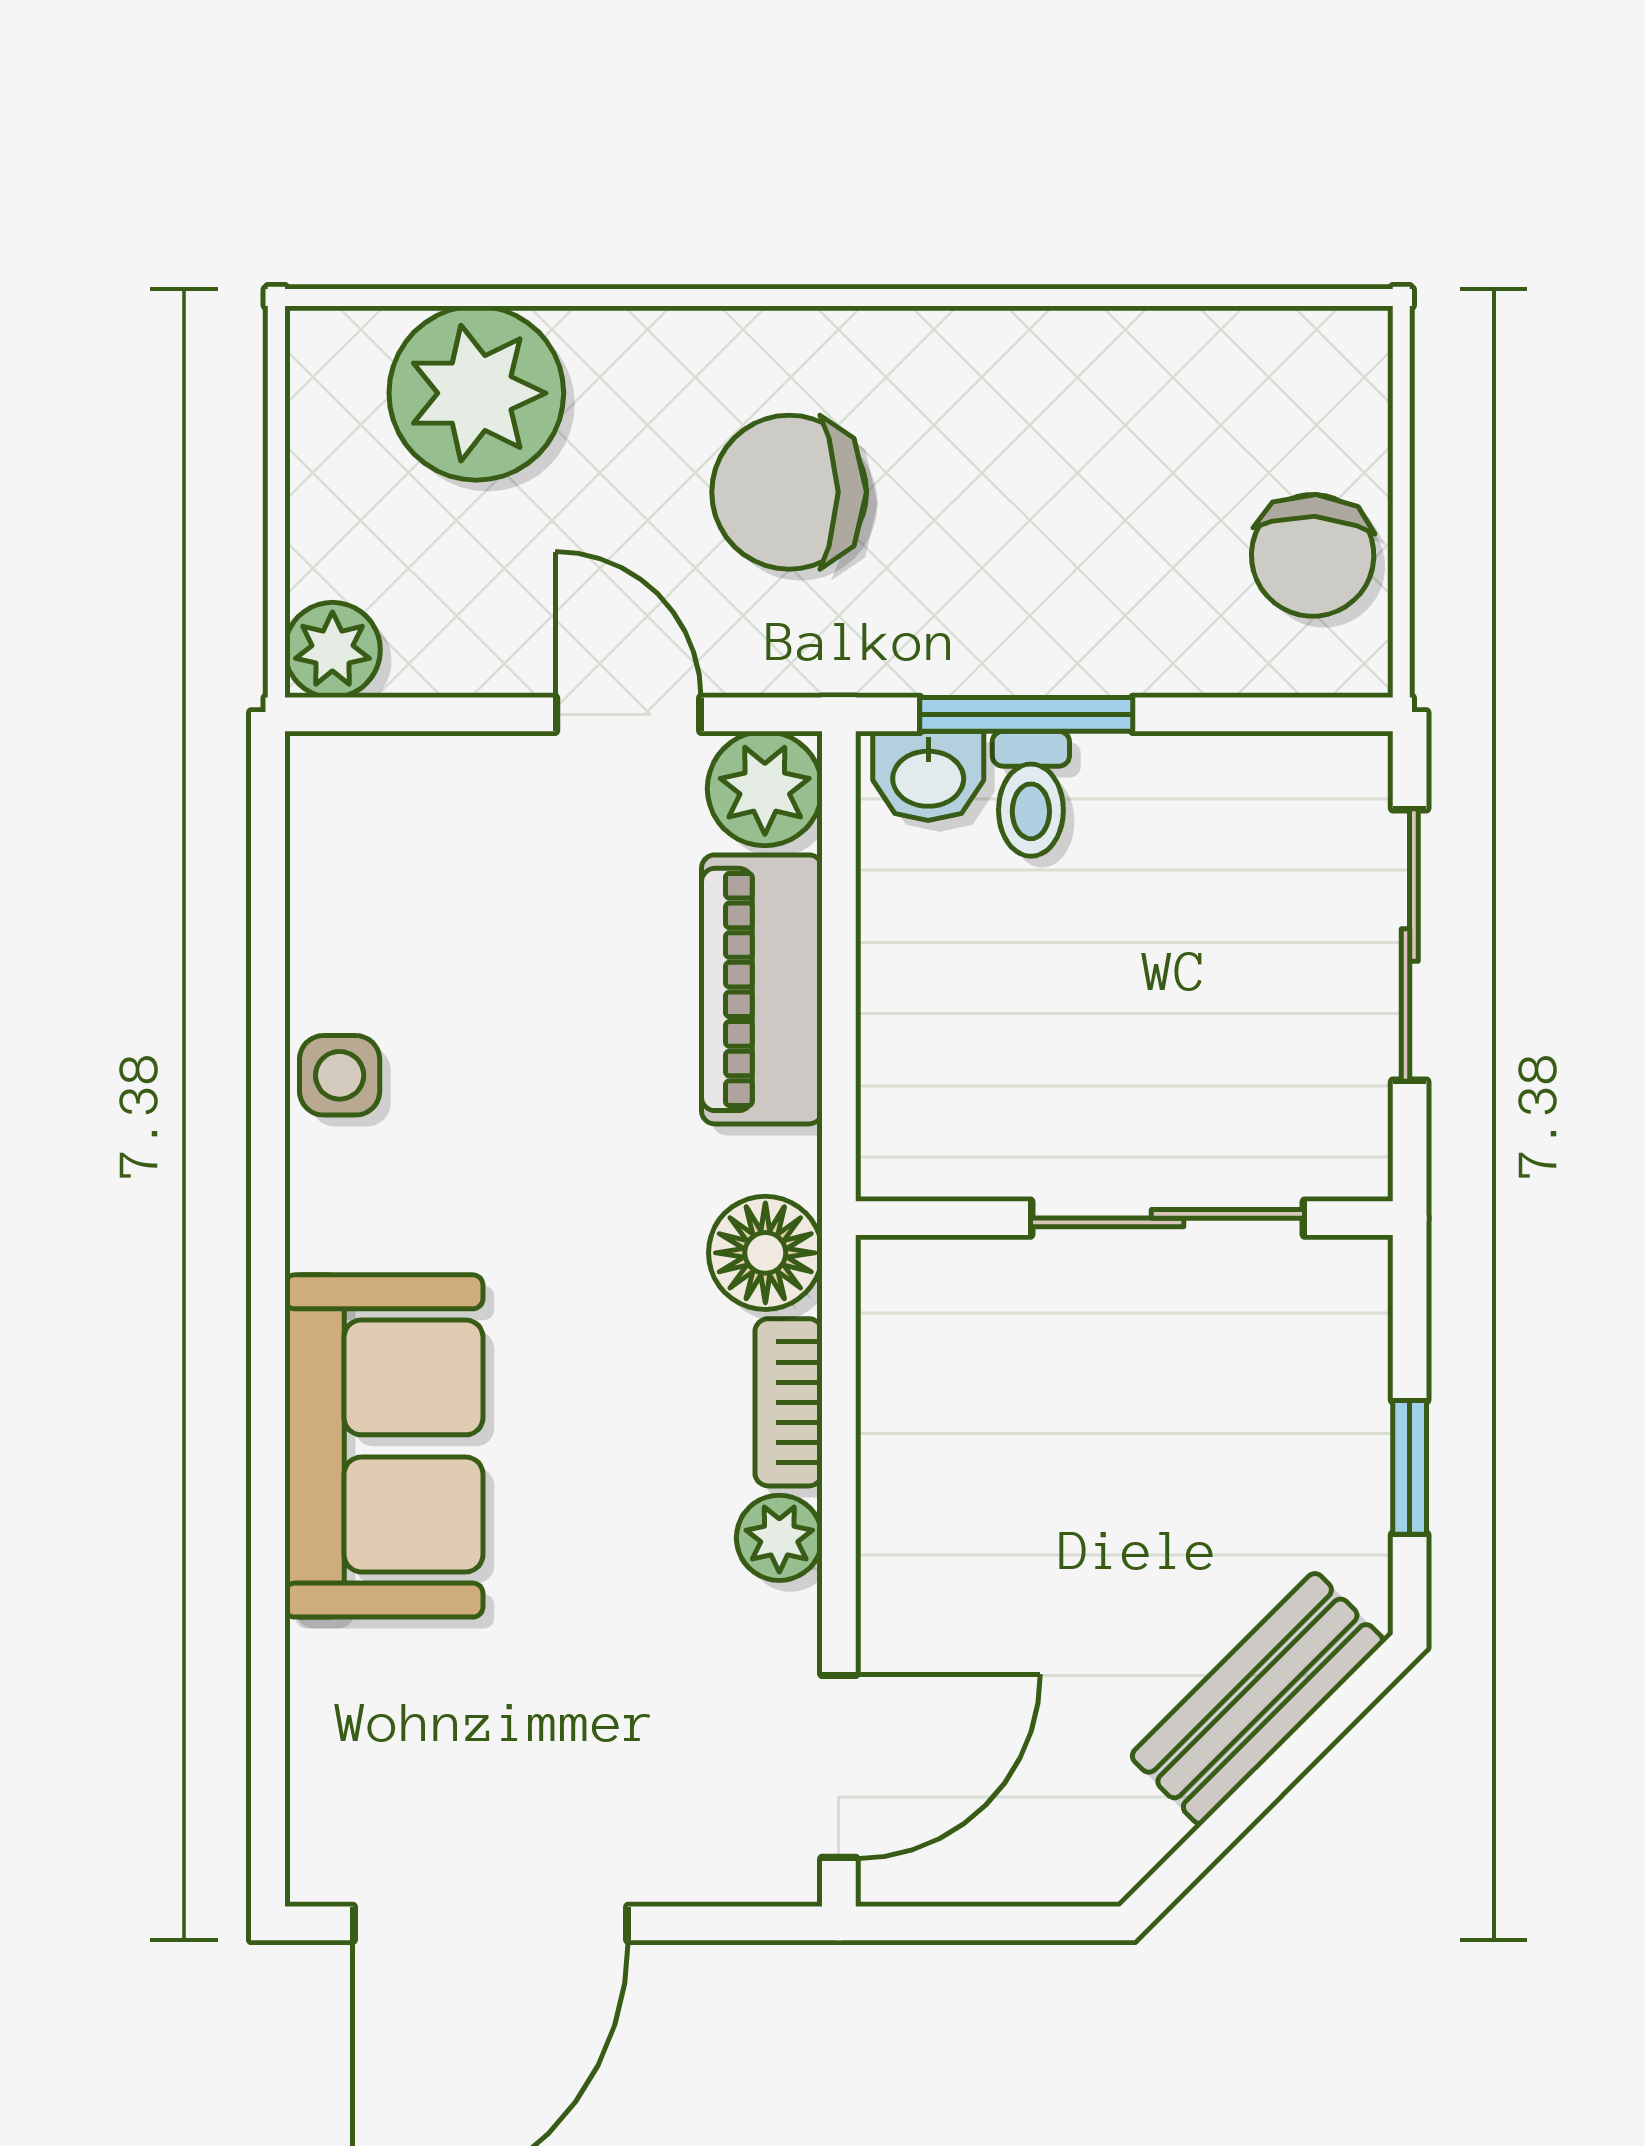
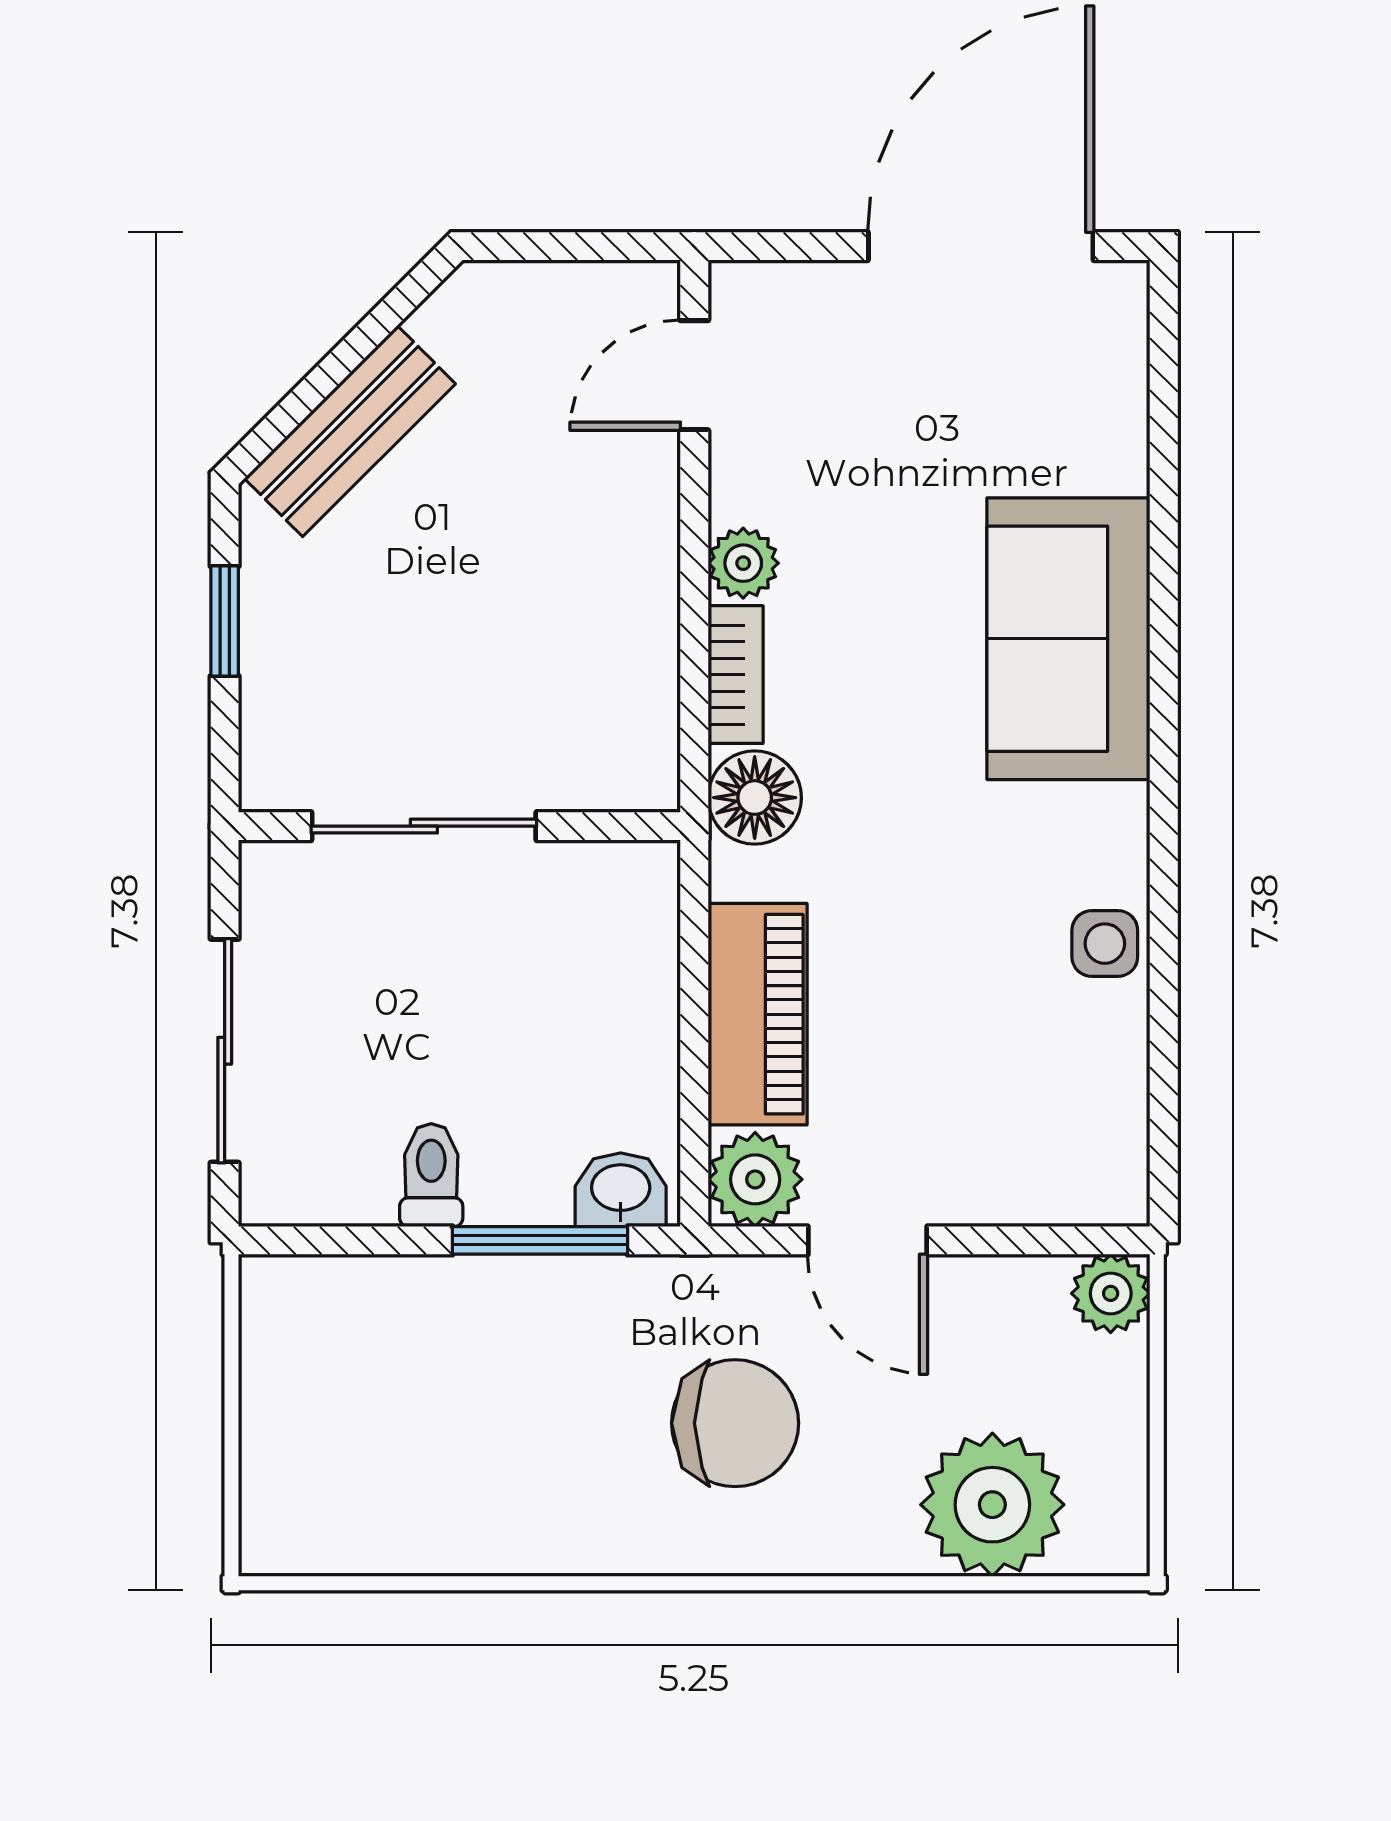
chair: (1313, 555) -> (304, 1371), removed
toilet: (1031, 794) -> (431, 1175), moved
door: (839, 1766) -> (694, 375), width x0.73

